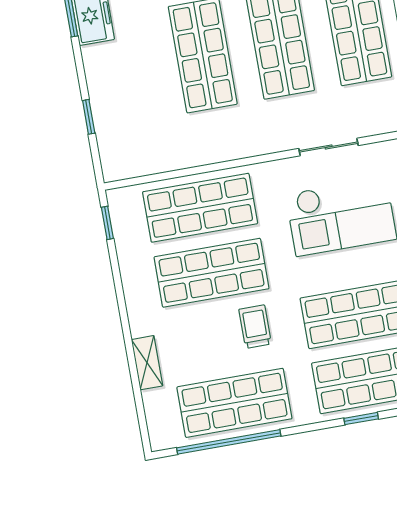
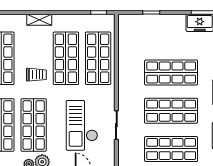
shelving: (147, 363) -> (39, 20), moved

